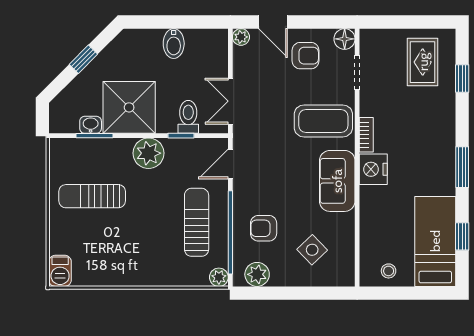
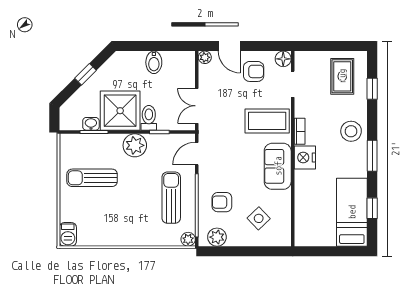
toilet: (188, 117) -> (149, 118), moved
stool: (389, 271) -> (351, 131), moved, width x1.89, depth x1.89

